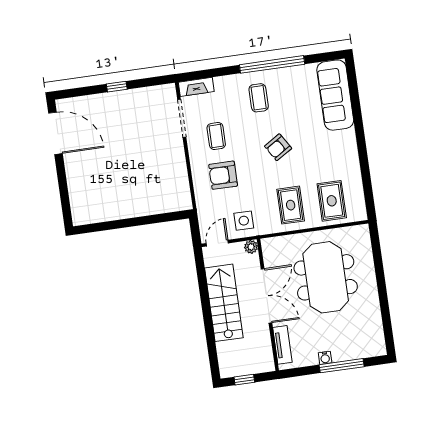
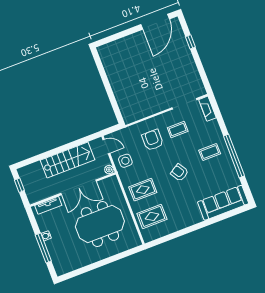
window: (117, 87) -> (190, 42), moved

